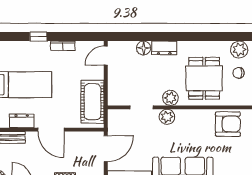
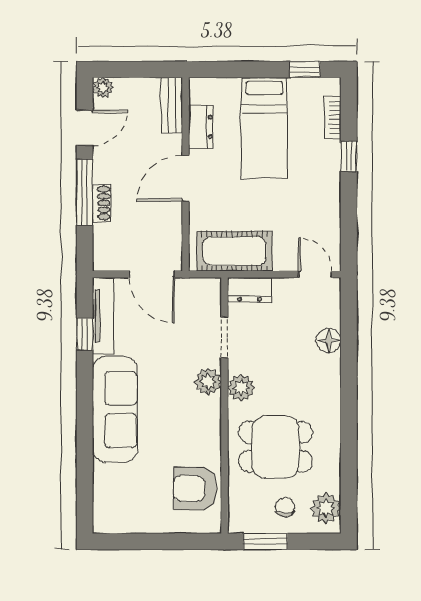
bookcase: (63, 46) -> (332, 117), moved
dresser: (164, 48) -> (249, 290), moved, turned -90
armchair: (228, 124) -> (195, 488), turned 90

